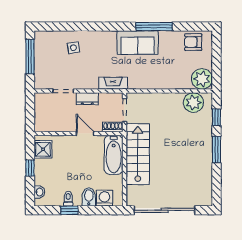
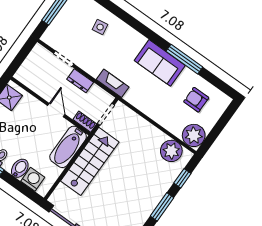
armchair: (193, 42) -> (196, 100), moved

